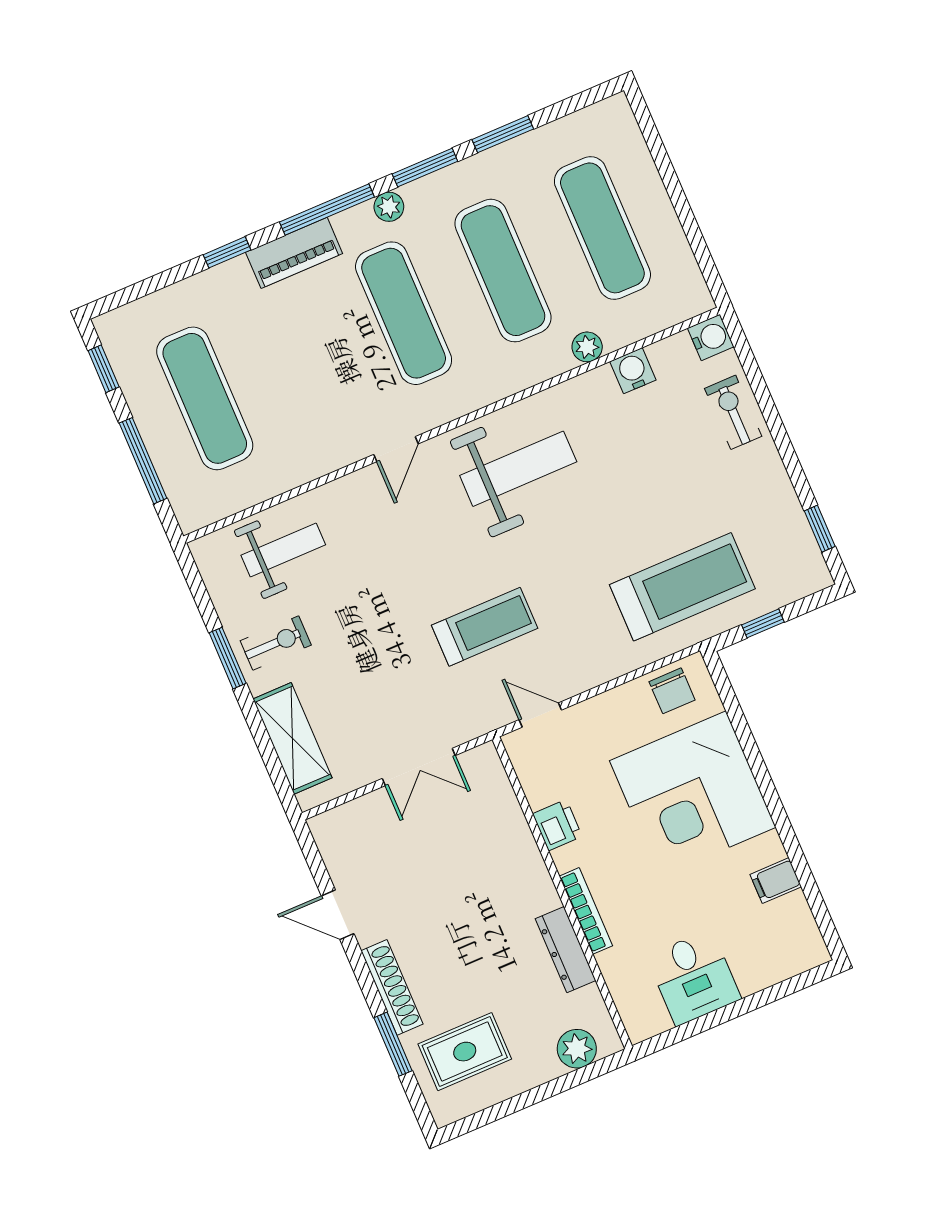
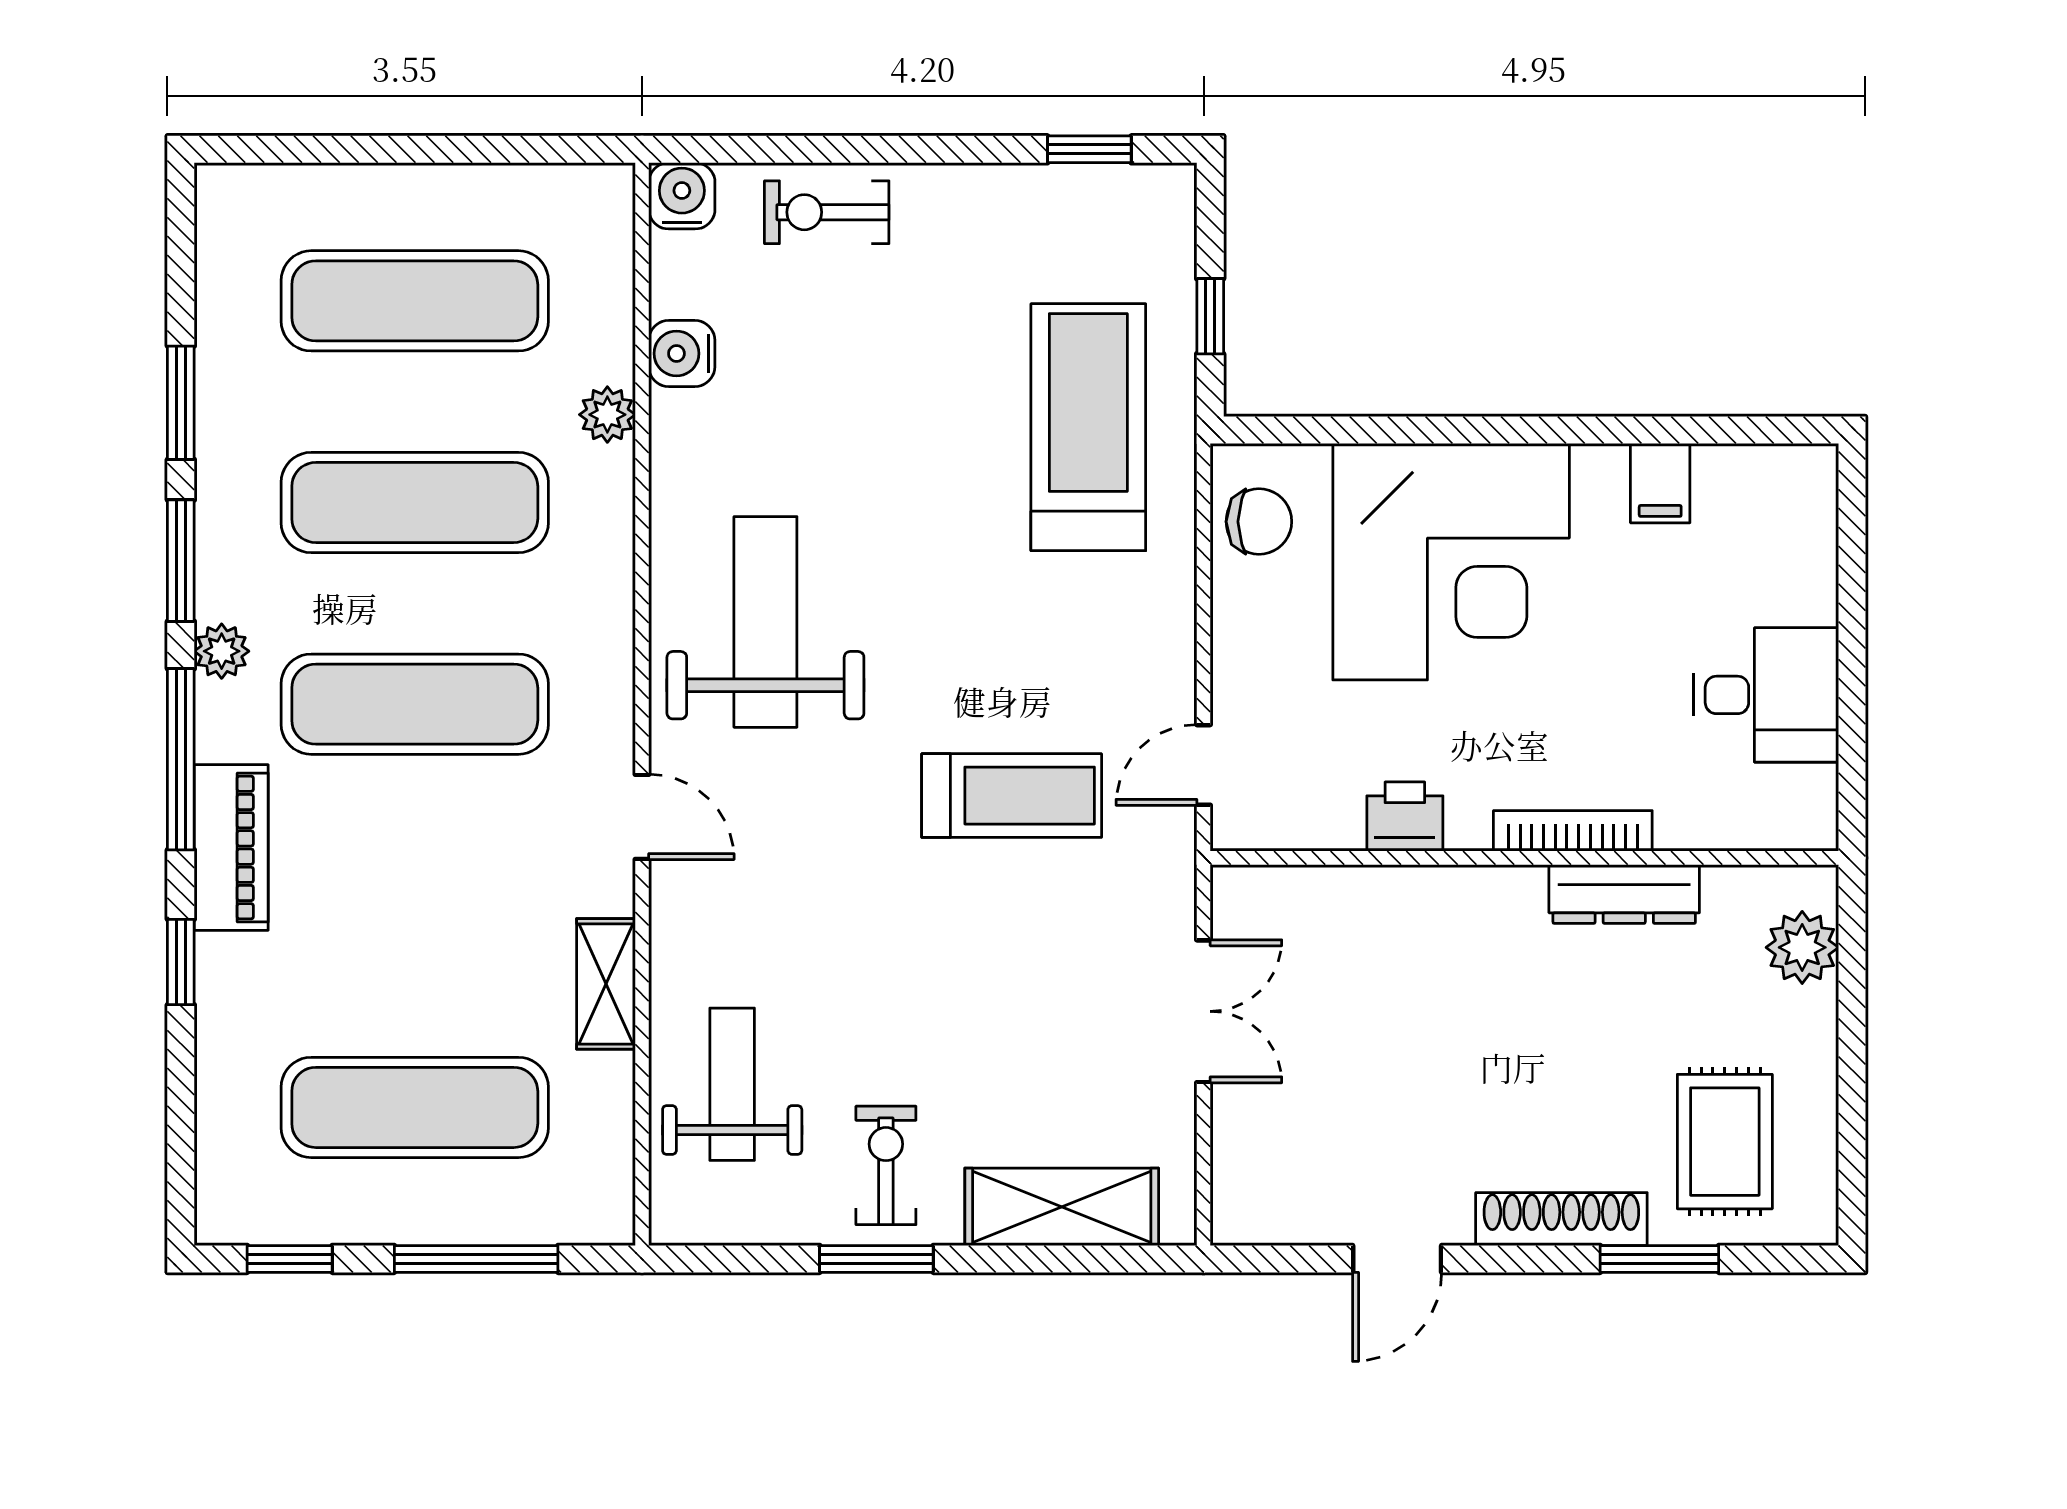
shelving: (306, 467) -> (606, 984), added
treadmill: (485, 627) -> (1012, 796), turned 90

